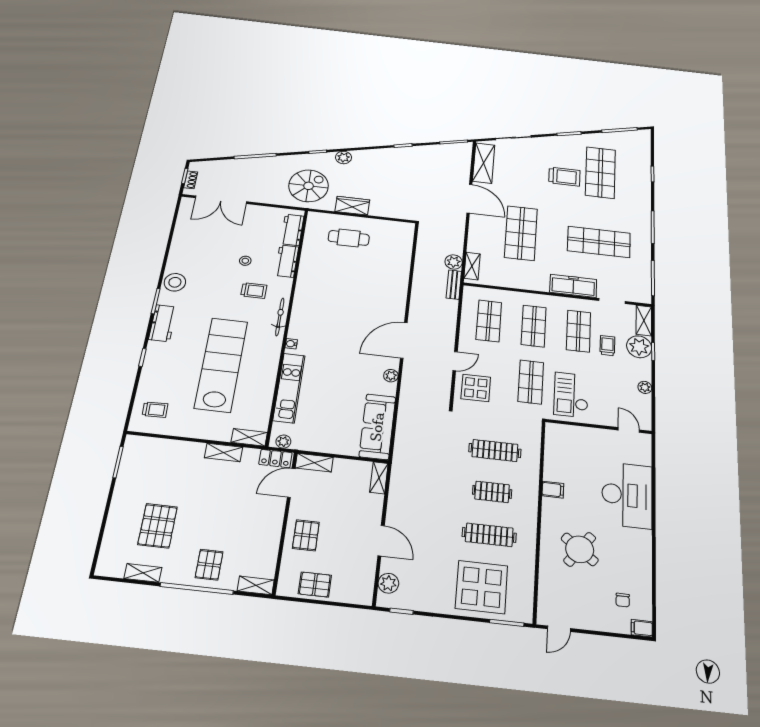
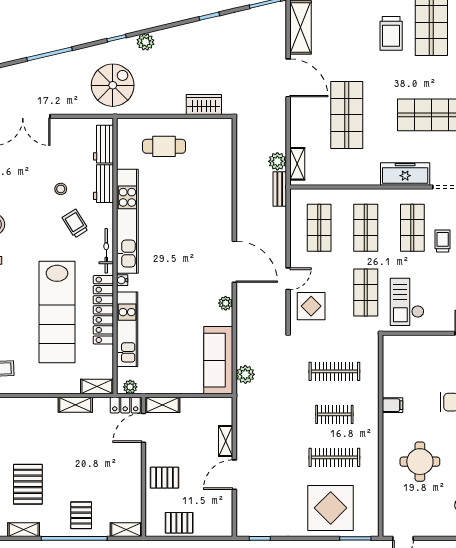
trolley: (564, 177) -> (391, 33), turned 90
wardrobe: (352, 206) -> (204, 105), moved
trolley: (254, 291) -> (75, 224), turned -122
kitchen unit: (305, 294) -> (127, 221), added
door: (404, 340) -> (234, 262), swing flipped
lab bench: (221, 364) -> (57, 312), turned 180
locker: (268, 368) -> (103, 310), added
shelving: (379, 478) -> (226, 441), moved
pallet: (306, 535) -> (165, 478), turned 90
door: (381, 541) -> (234, 475), swing flipped
round table: (580, 549) -> (420, 462), turned -37
plant: (388, 583) -> (245, 374), moved

